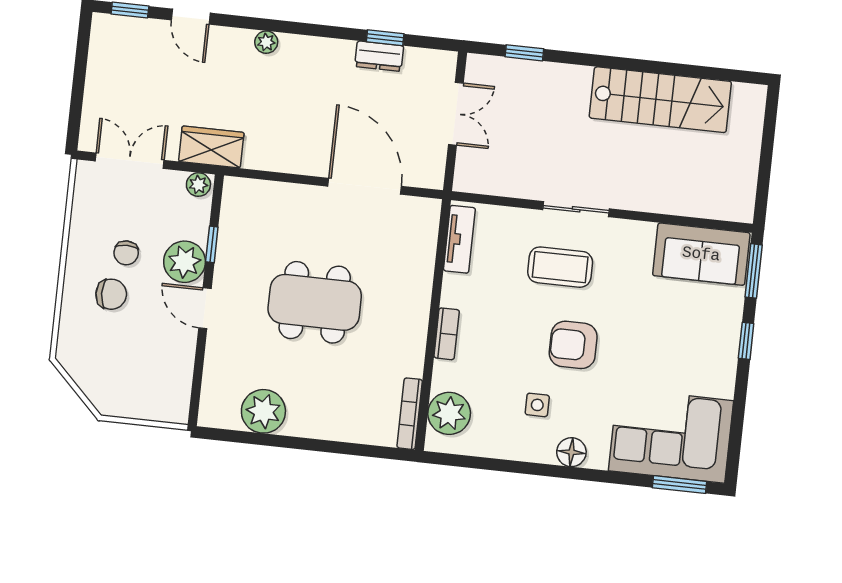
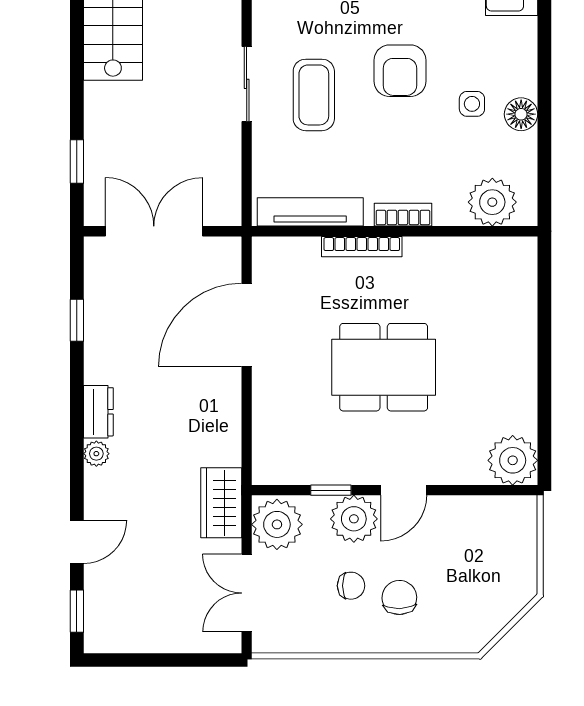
dresser: (379, 56) -> (98, 412), moved
double door: (456, 114) -> (154, 231), width x1.37
plant: (198, 185) -> (277, 524), width x1.87, depth x1.87
tv unit: (459, 239) -> (310, 212), width x1.41
dining table: (315, 302) -> (384, 367), turned 90
plant: (263, 411) -> (513, 460), moved
bookcase: (410, 414) -> (362, 247), moved
floor lamp: (571, 452) -> (521, 114), moved

